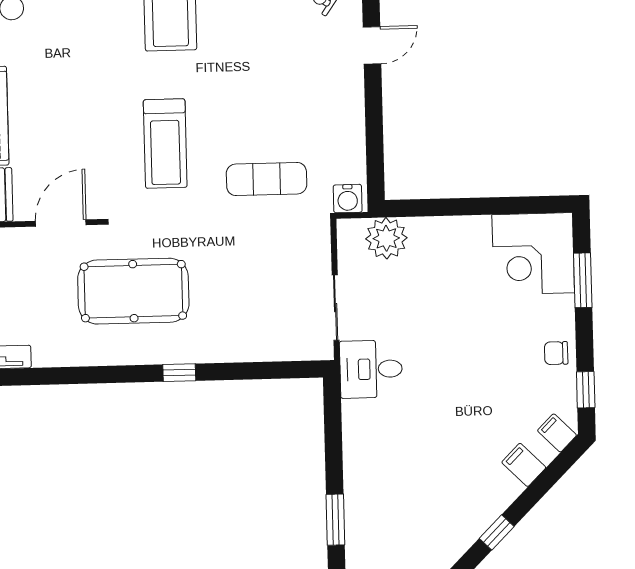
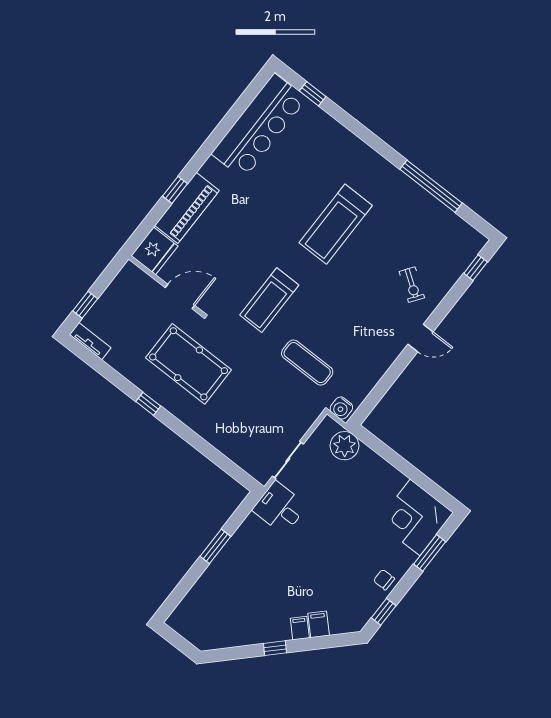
window: (179, 373) -> (148, 404), moved
filing cabinet: (557, 433) -> (300, 628), moved
window: (335, 520) -> (215, 546), moved

